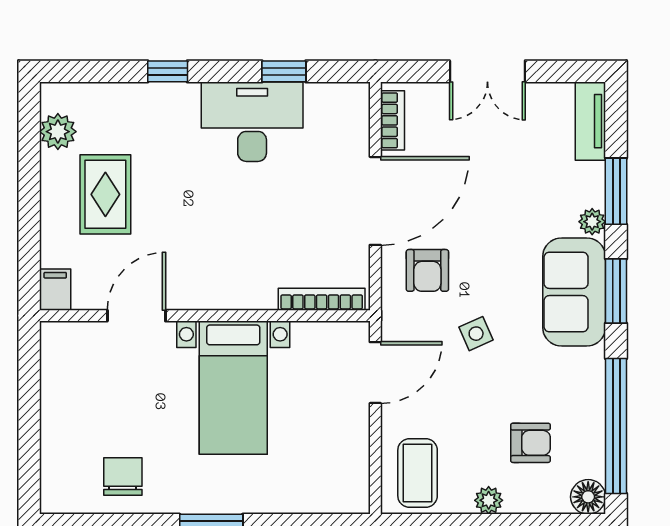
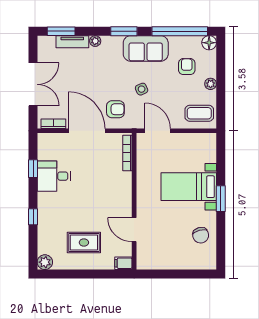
double door: (487, 71) -> (33, 84), width x1.37
tv unit: (590, 121) -> (72, 42), moved
desk: (252, 122) -> (54, 176), width x0.73
plant: (58, 132) -> (45, 262), moved
window: (616, 191) -> (61, 31), moved
sofa: (574, 292) -> (146, 48), moved
bed with nightstands: (233, 388) -> (189, 187), moved, turned 180
chair: (123, 476) -> (201, 235), turned -105

